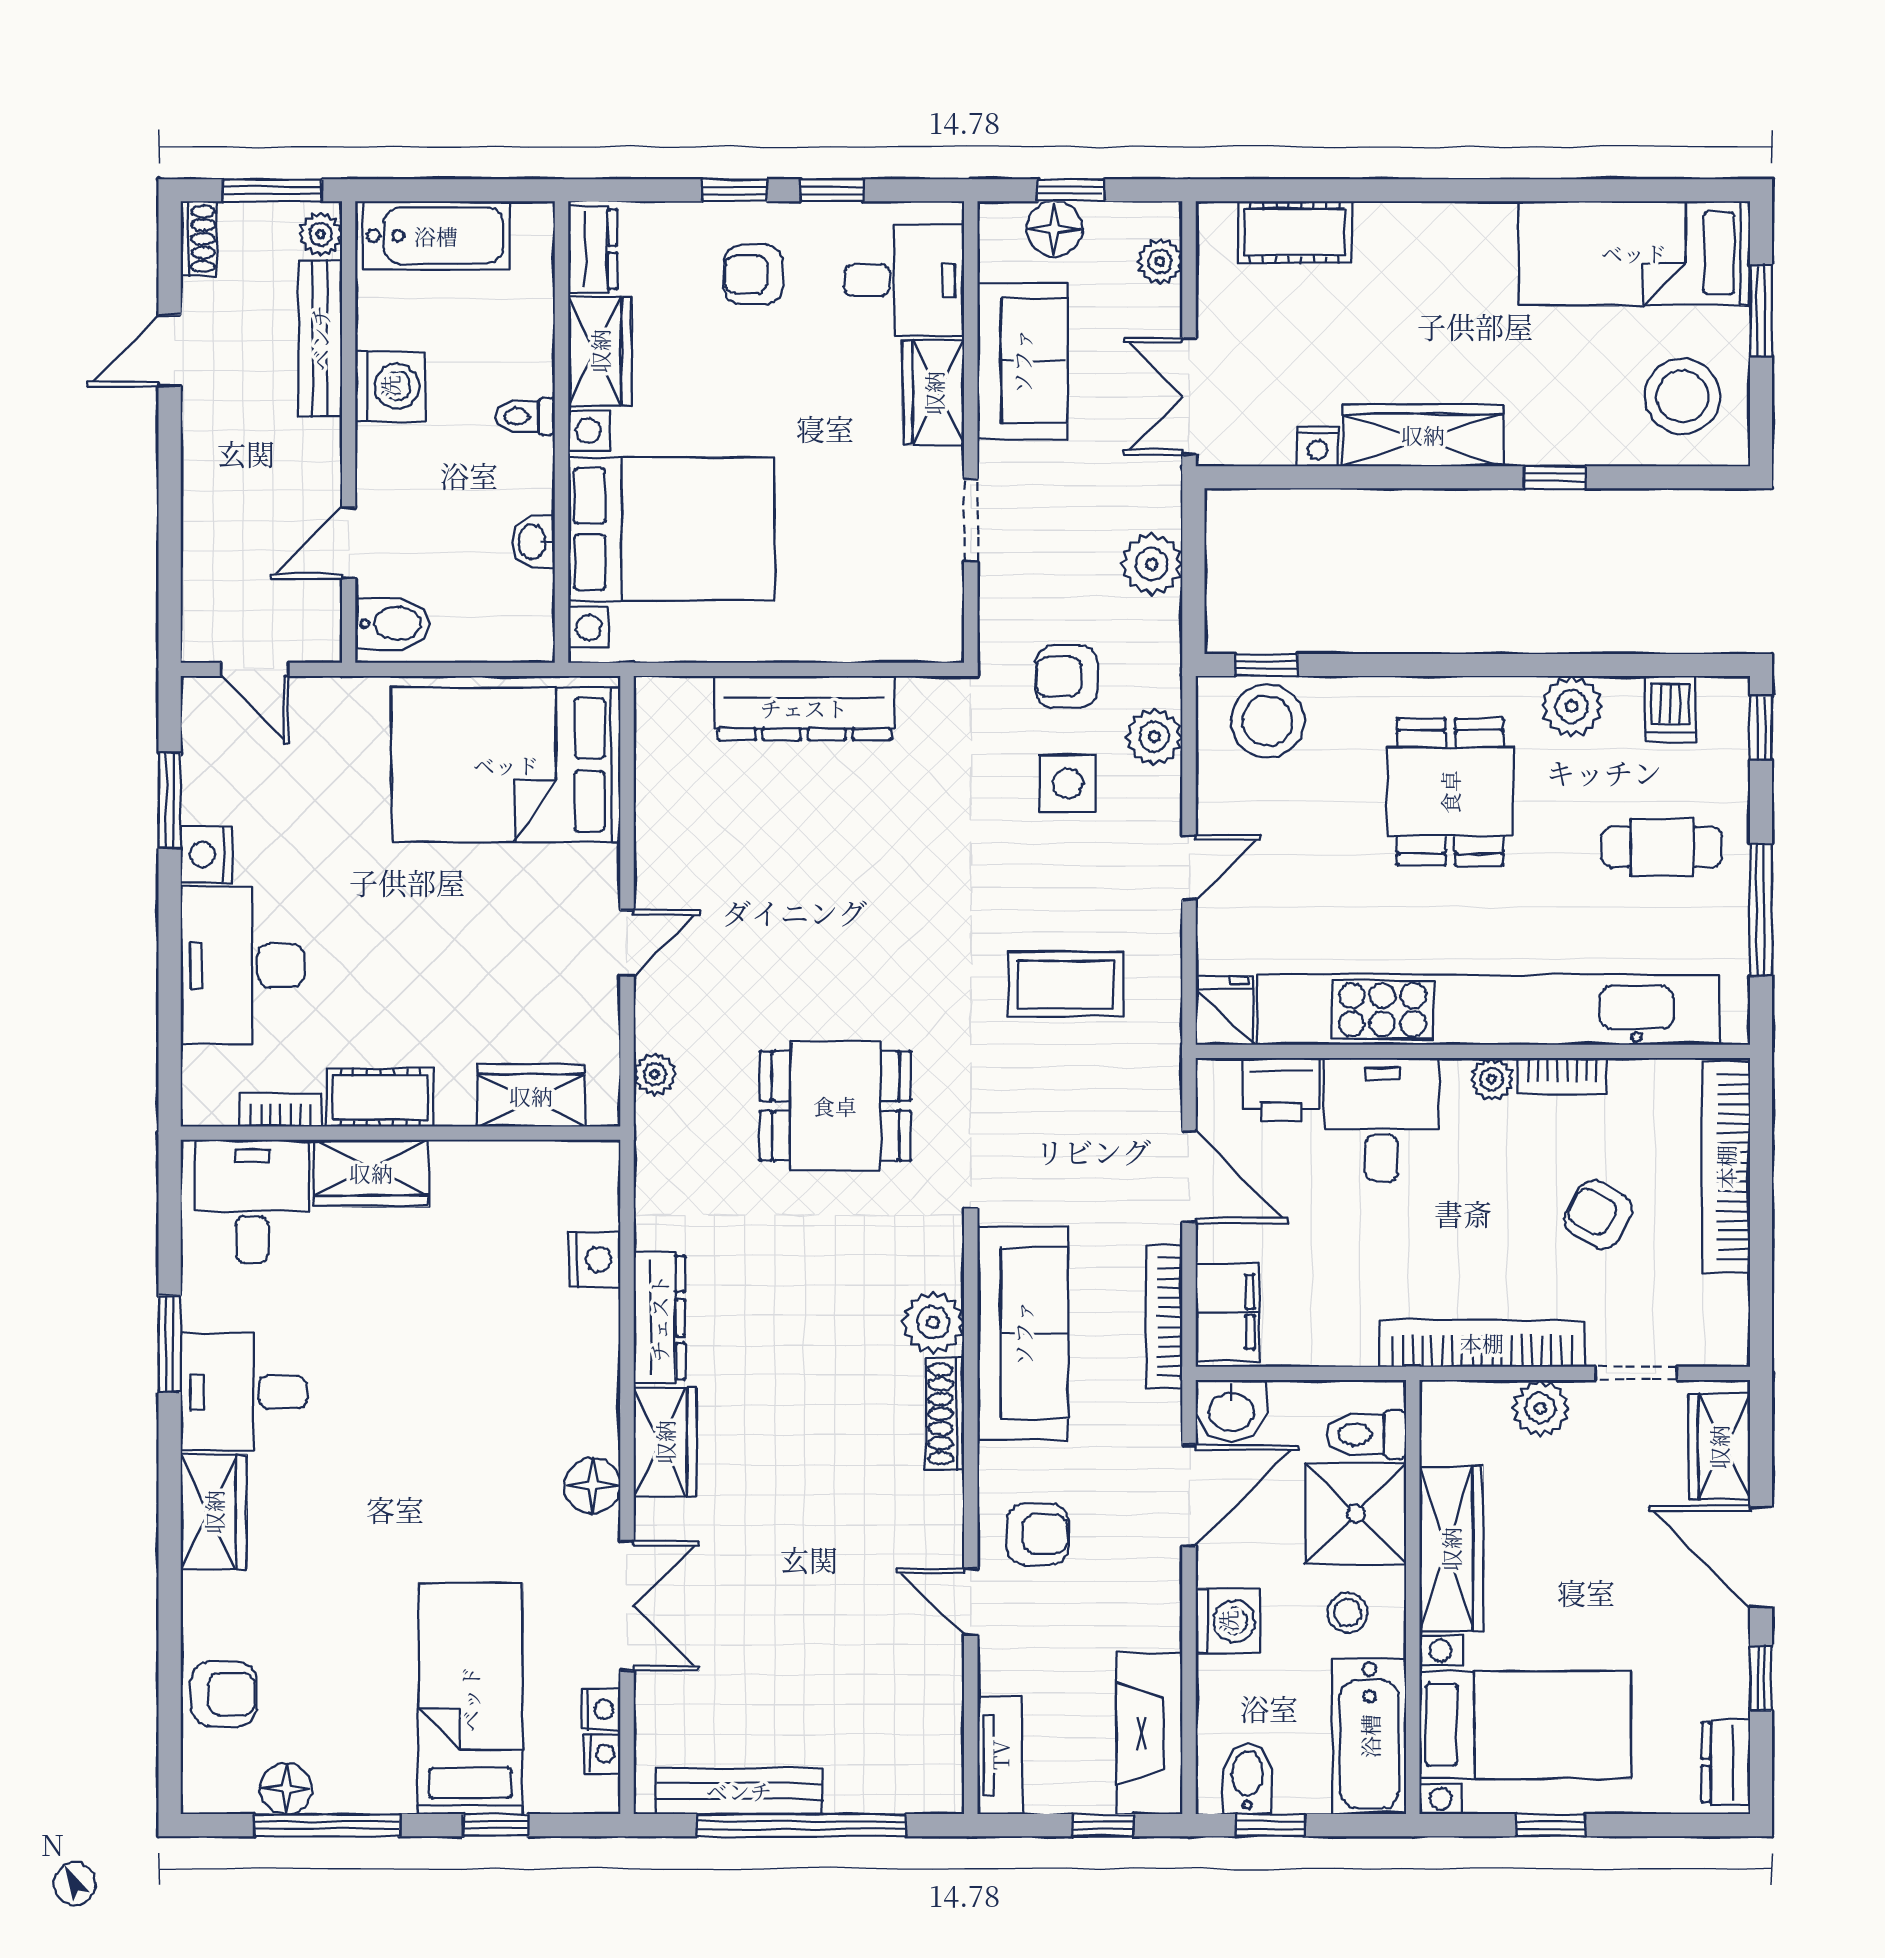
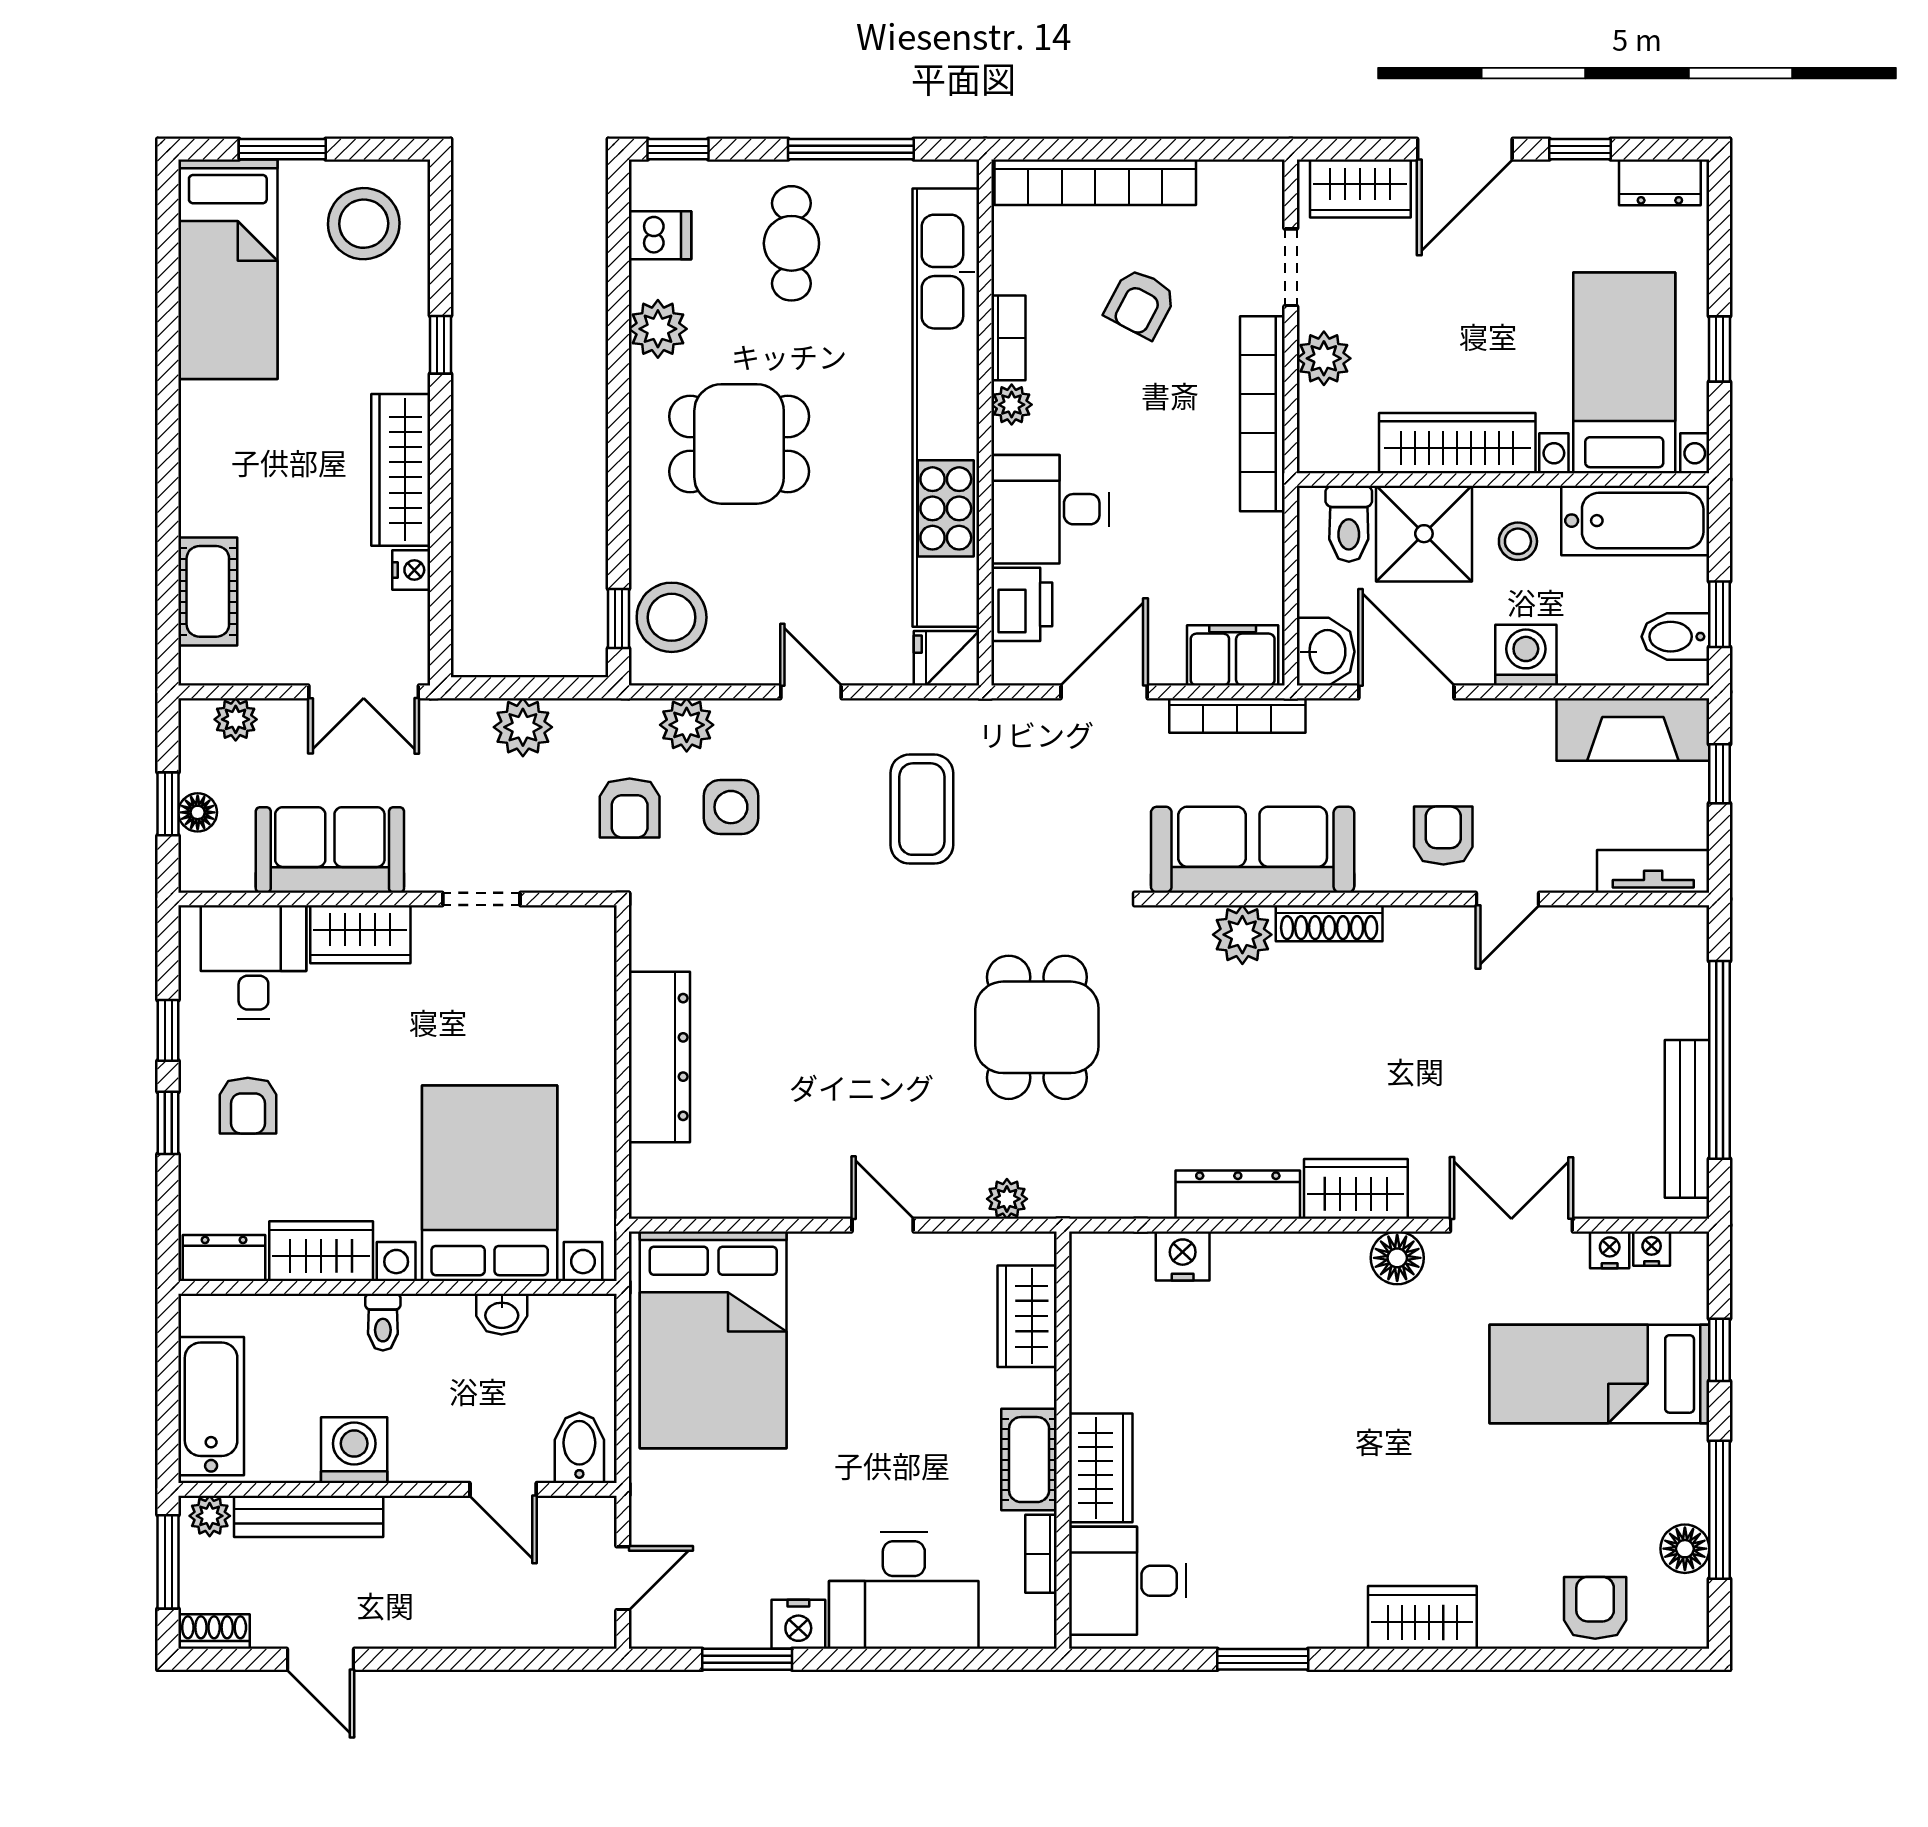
floor lamp: (1054, 229) -> (198, 812), width x0.73, depth x0.73
desk: (244, 1392) -> (1309, 1589), removed

